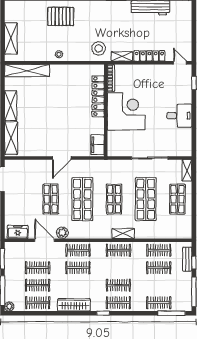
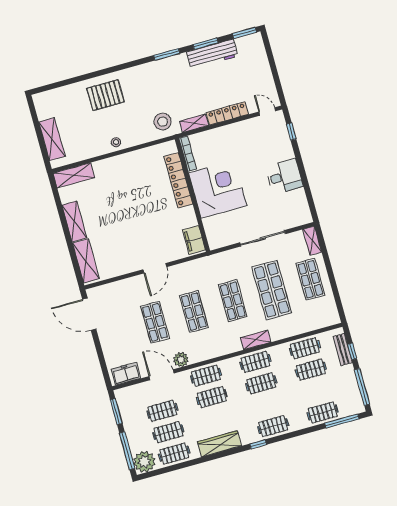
shelving: (27, 71) -> (74, 175), width x0.68
shop shelf: (82, 199) -> (194, 312), width x0.70, depth x0.74
clothes rail: (118, 285) -> (261, 383), moved
plant: (9, 306) -> (144, 462), width x1.87, depth x1.87

